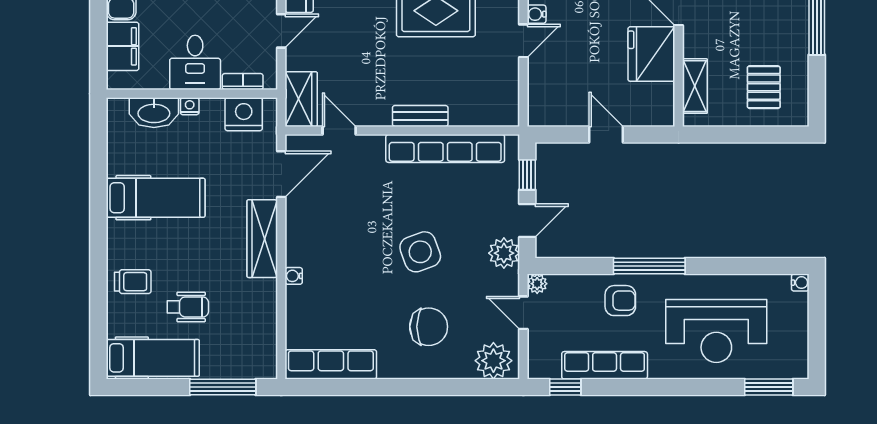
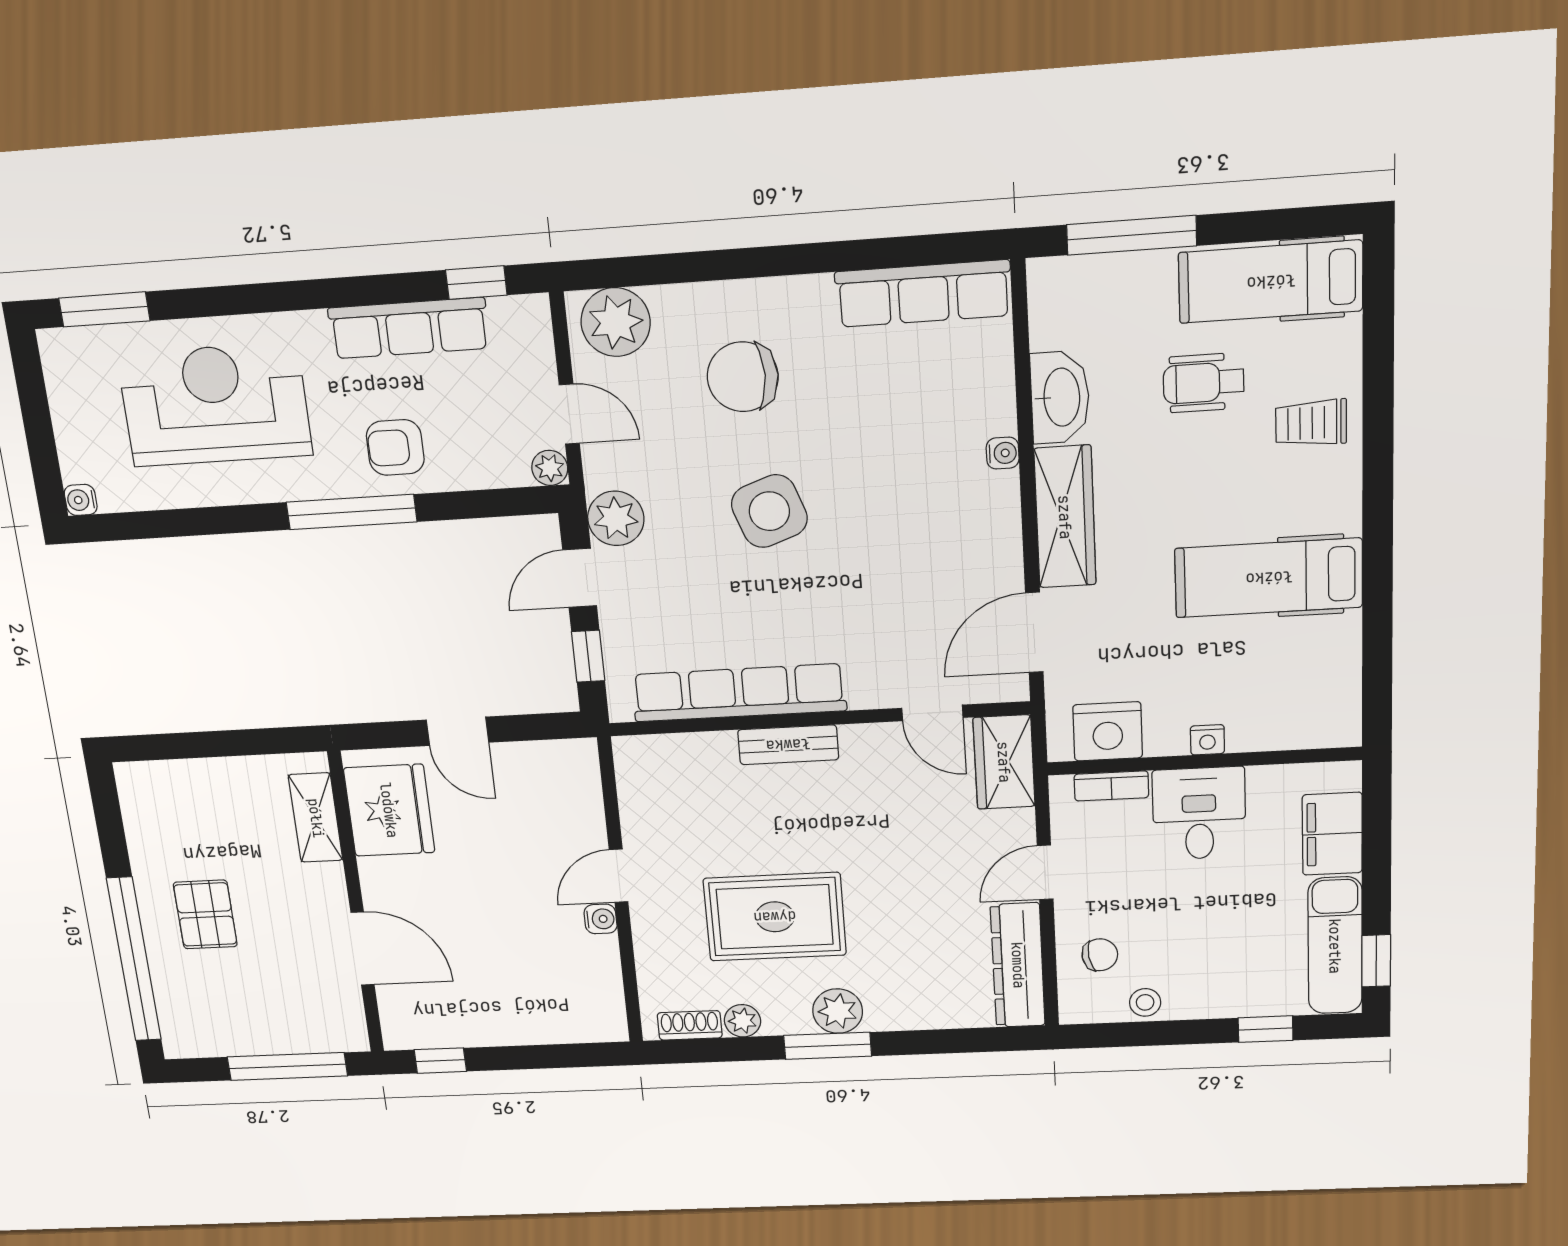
fridge: (651, 54) -> (389, 810), moved
pallet: (764, 87) -> (205, 914), moved
washbasin: (154, 113) -> (1060, 397), moved, turned 90

